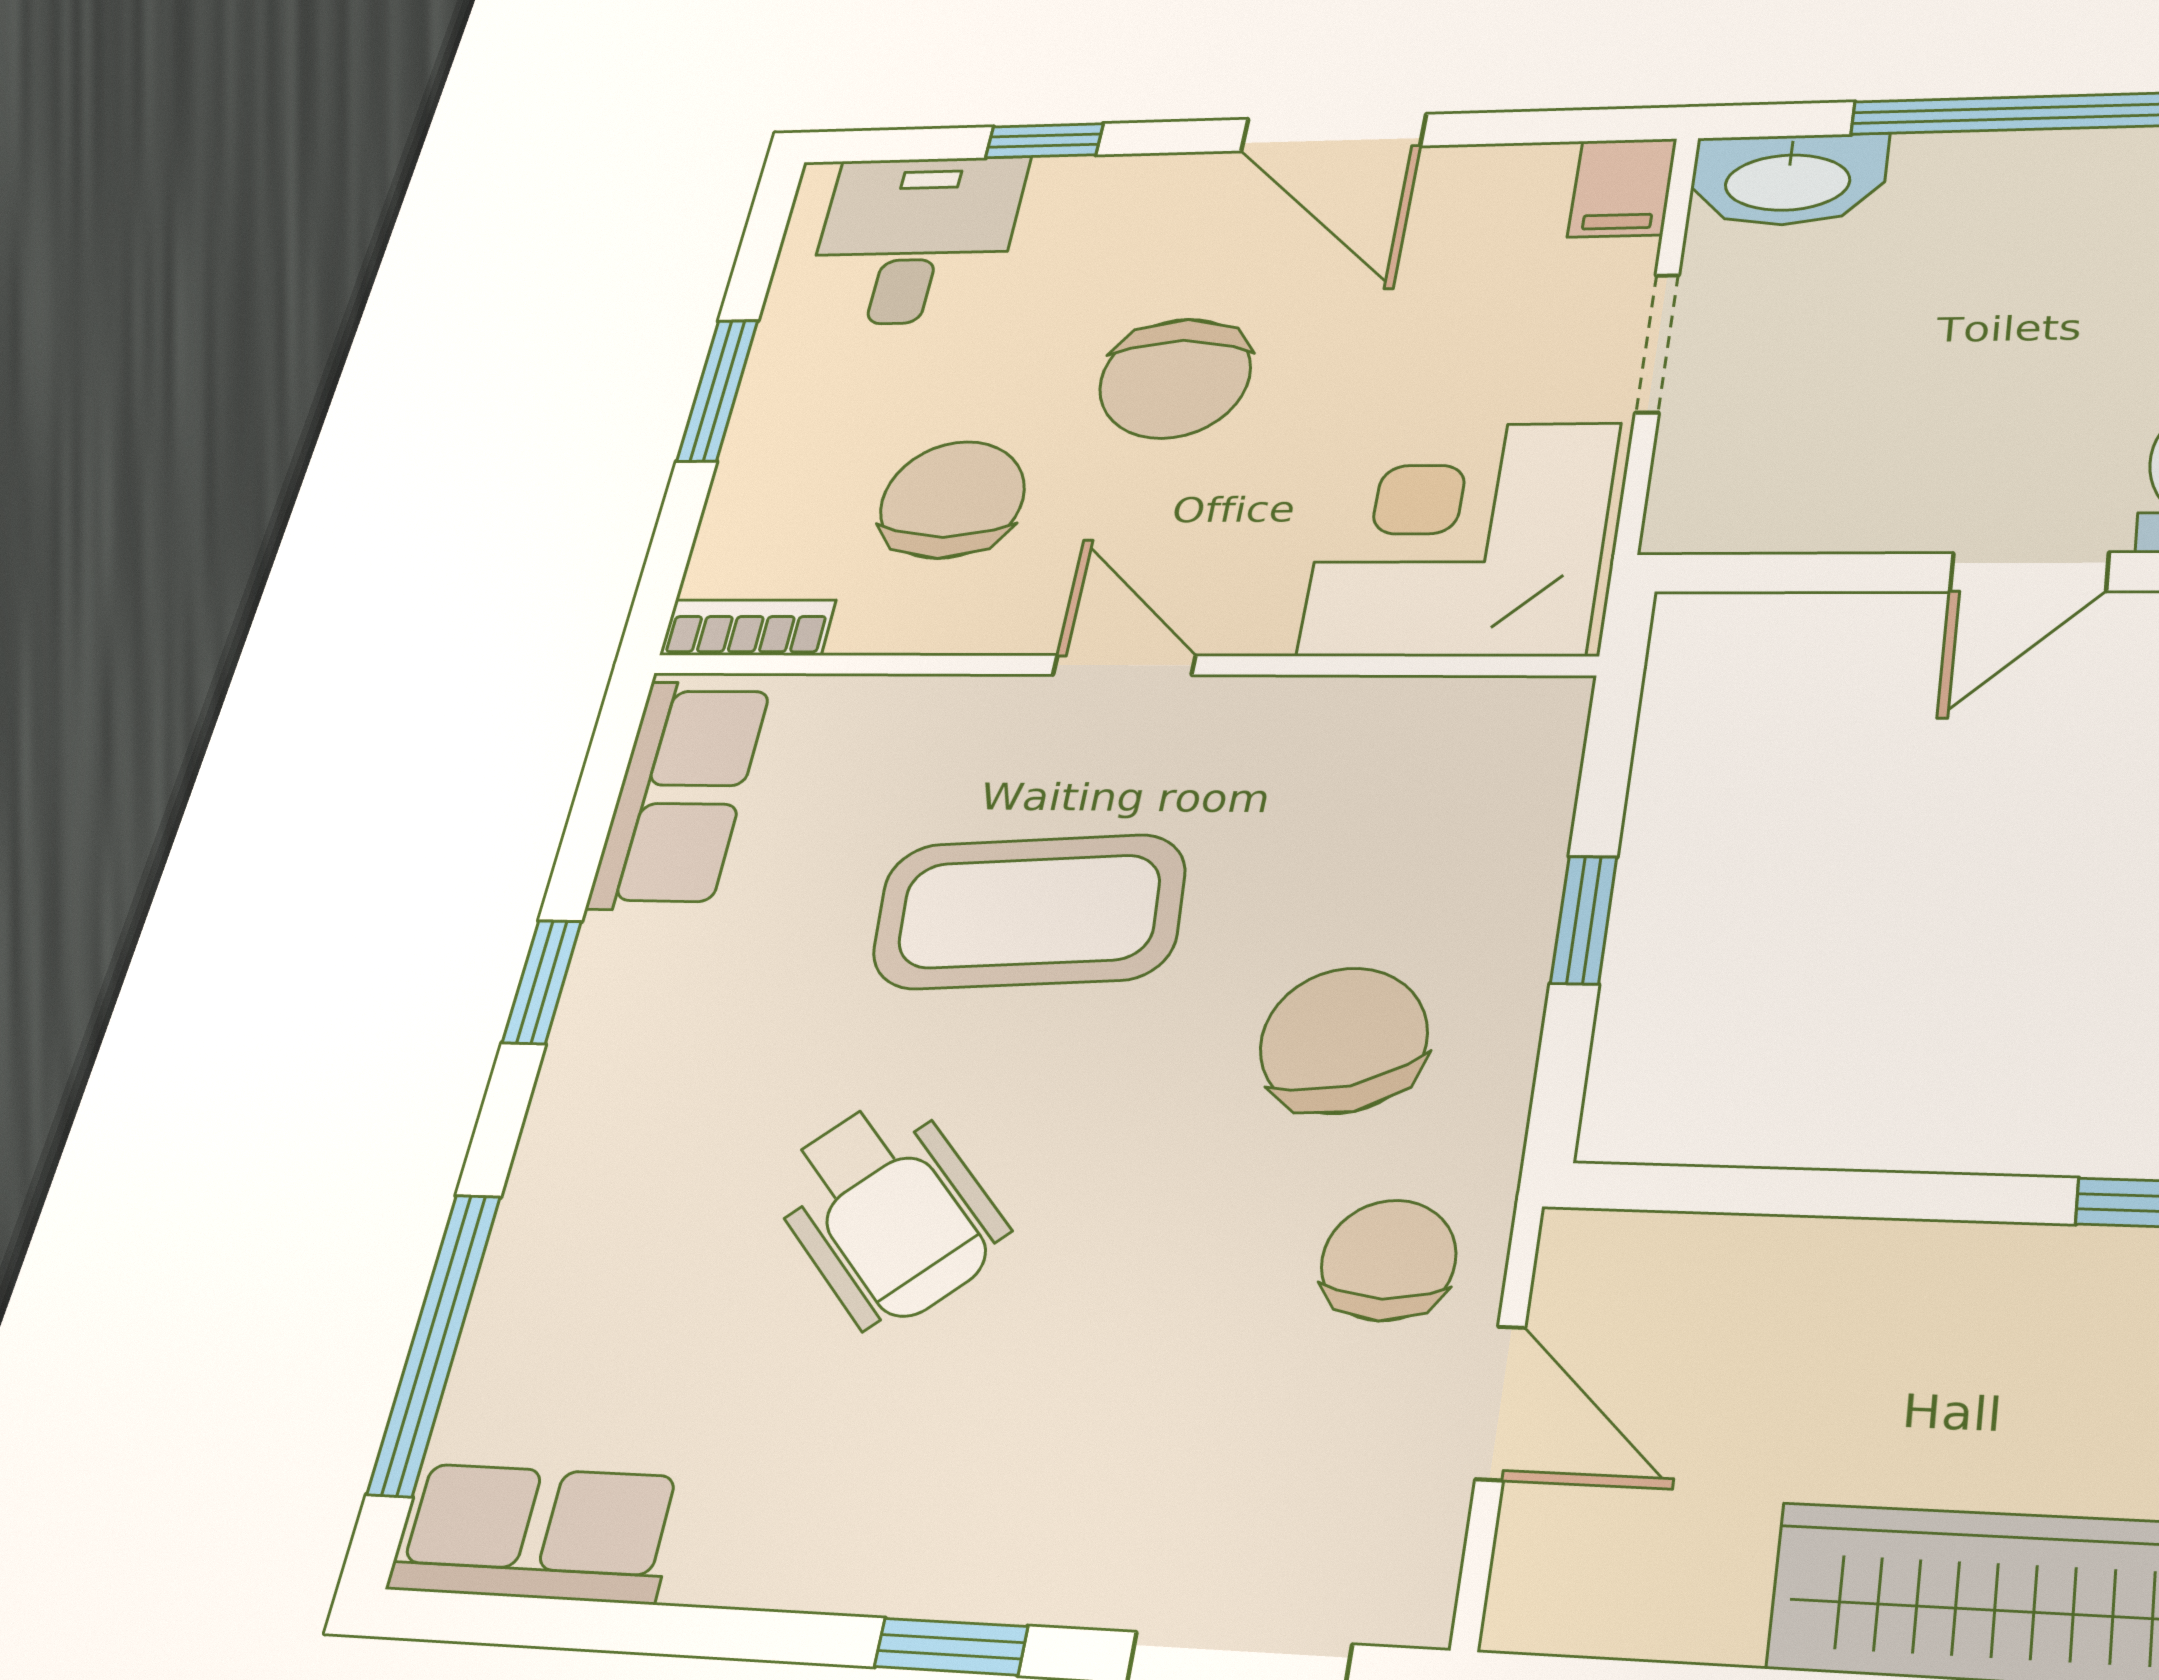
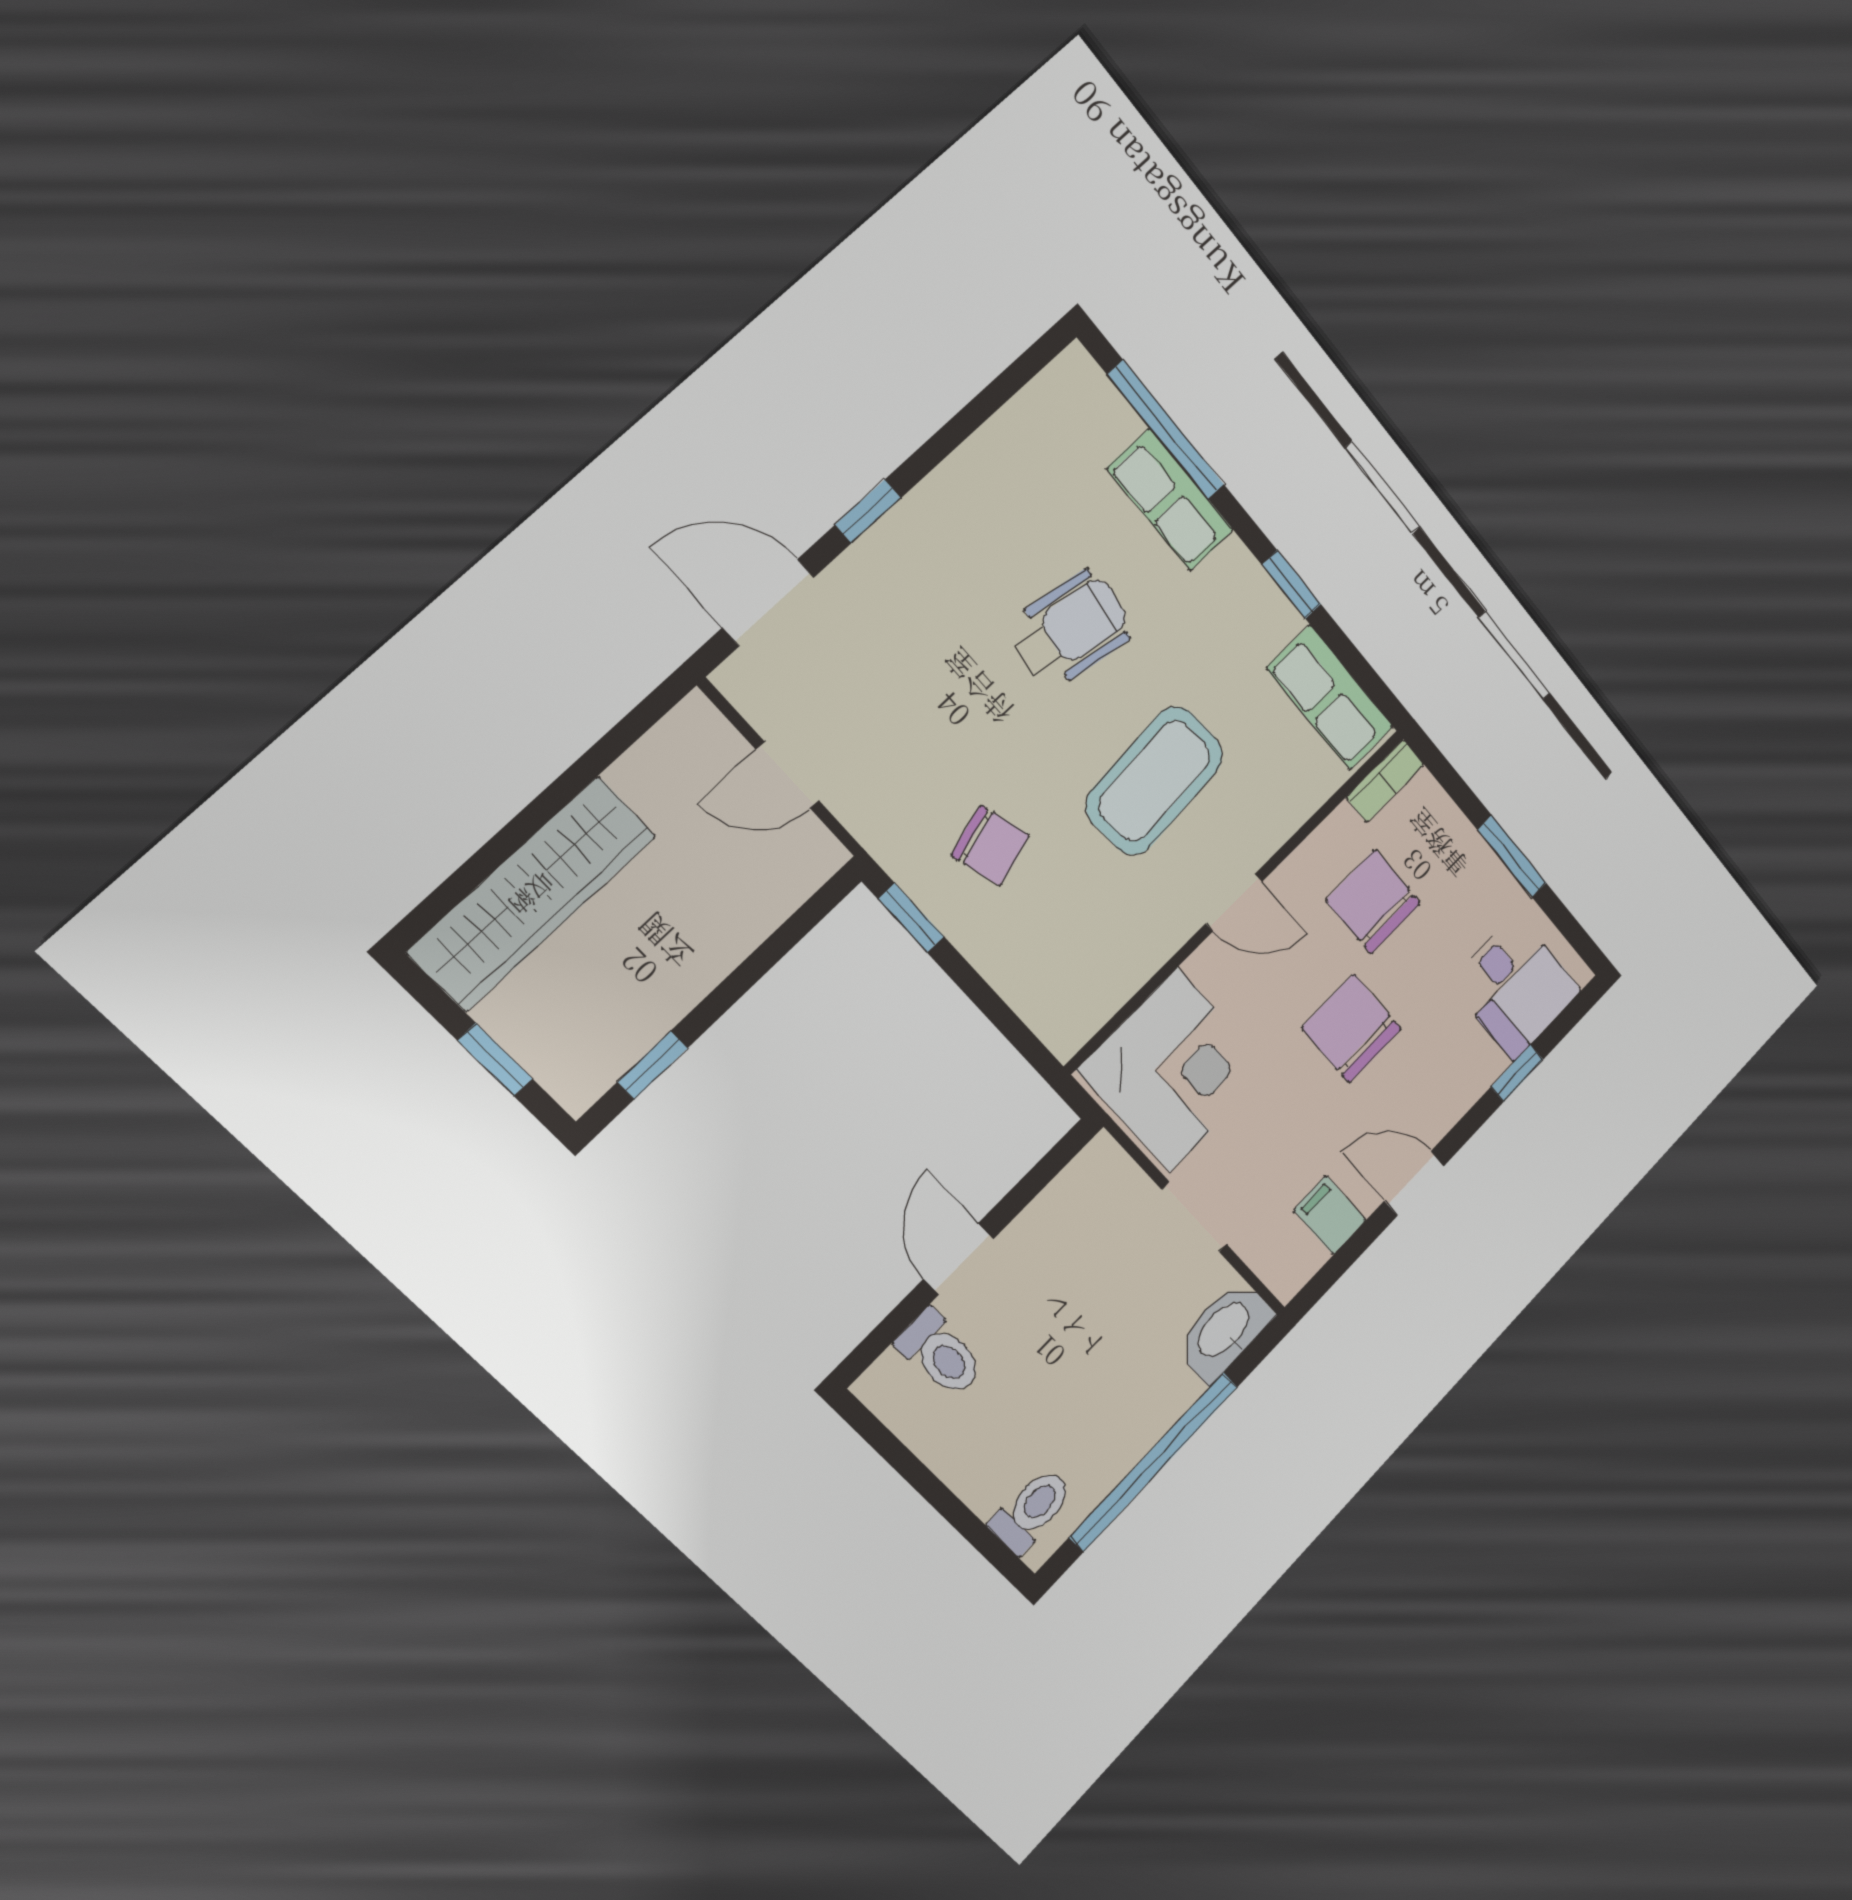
door: (1333, 133) -> (1414, 1183), width x0.73
filing cabinet: (1622, 188) -> (1330, 1215), moved
chair: (952, 500) -> (1373, 902), turned 180
window: (1584, 920) -> (911, 918), moved
chair: (1344, 1040) -> (990, 845), width x0.73, depth x0.73
wheelchair: (888, 1212) -> (1071, 629), turned 141
chair: (1389, 1260) -> (883, 785), removed
row of seats: (536, 1533) -> (1170, 499), moved, turned 90

